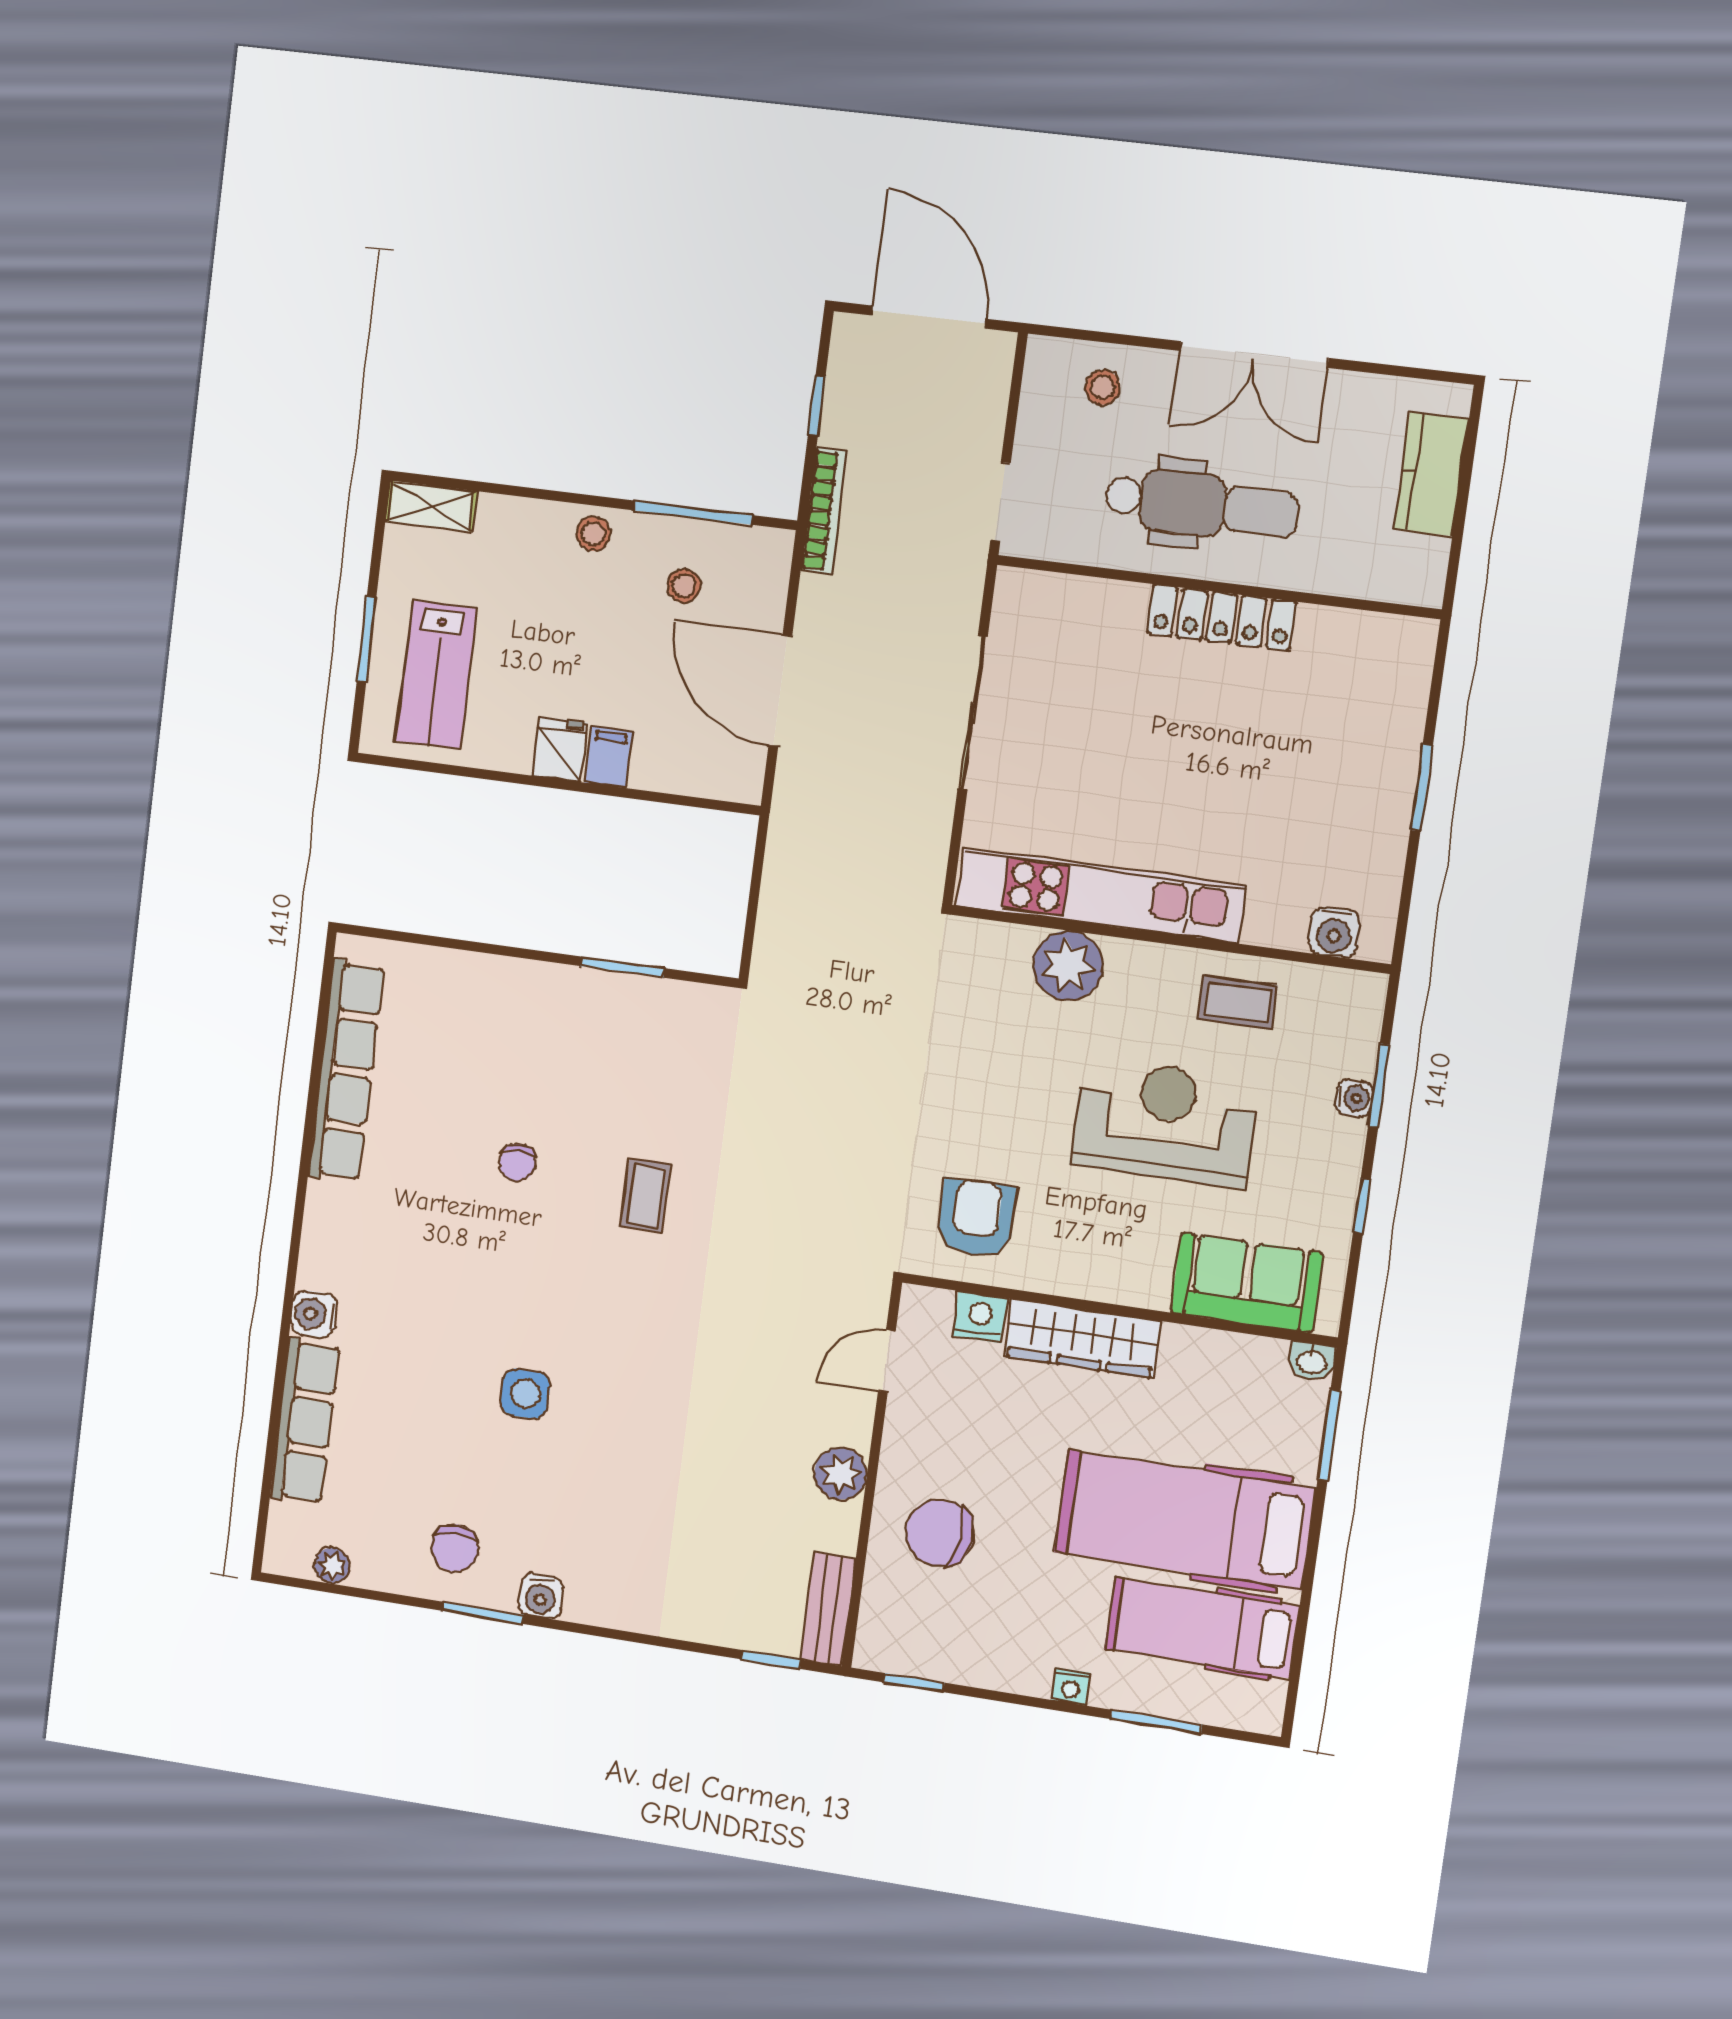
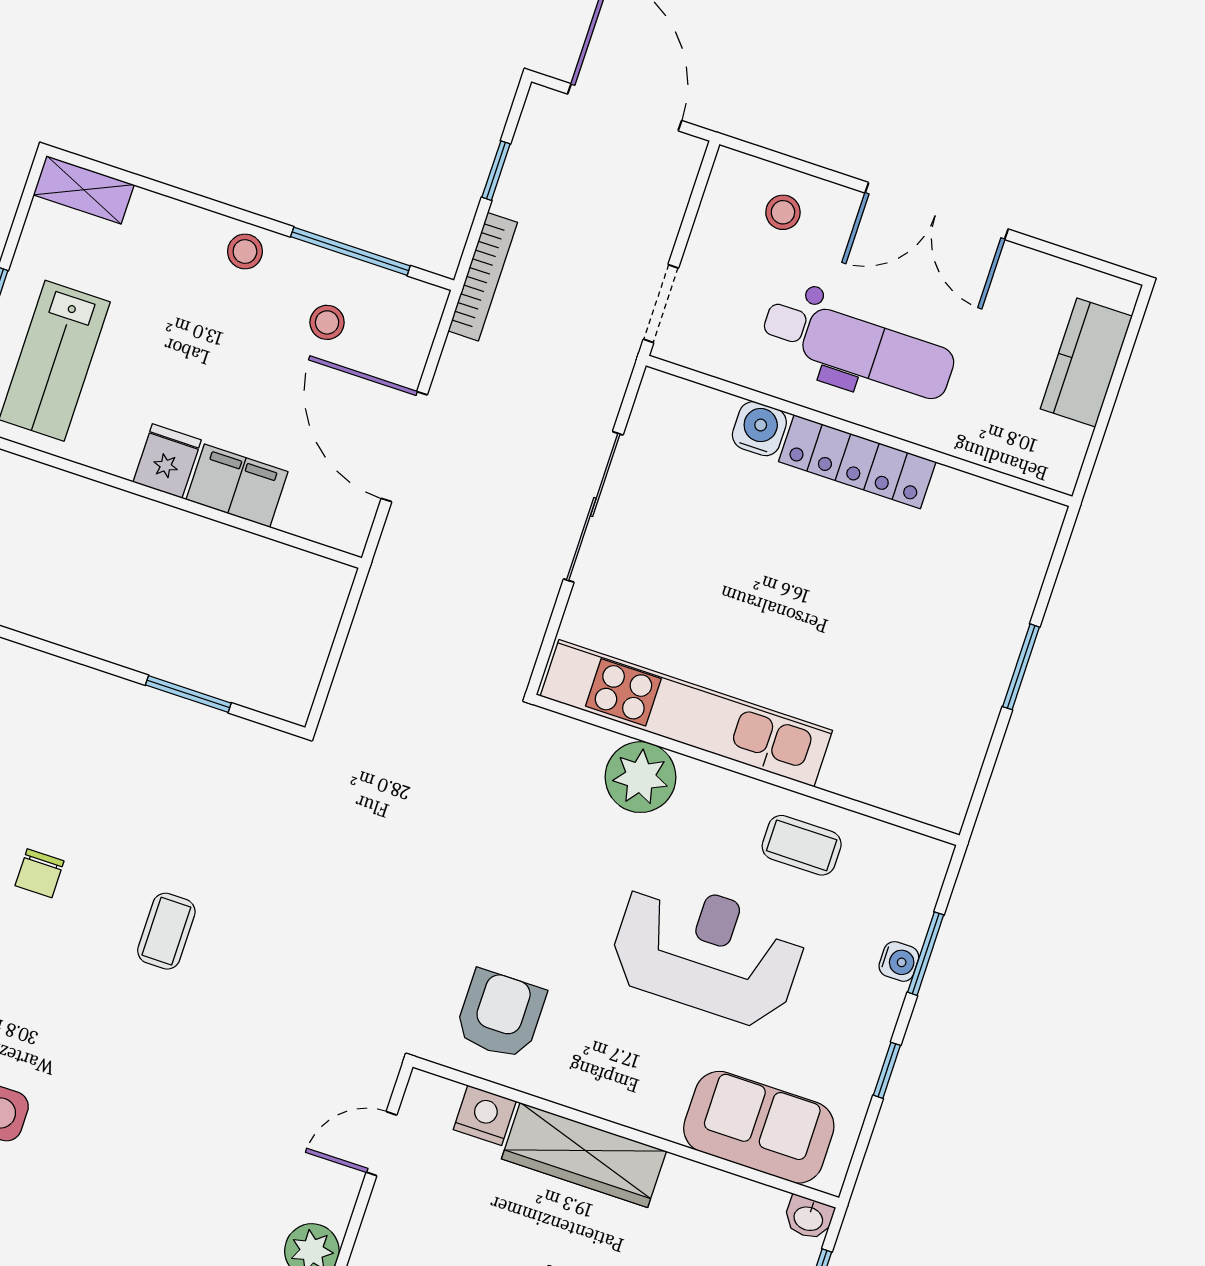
filing cabinet: (608, 757) -> (237, 486), width x2.00
water cooler: (1334, 932) -> (759, 429), moved, turned 180

